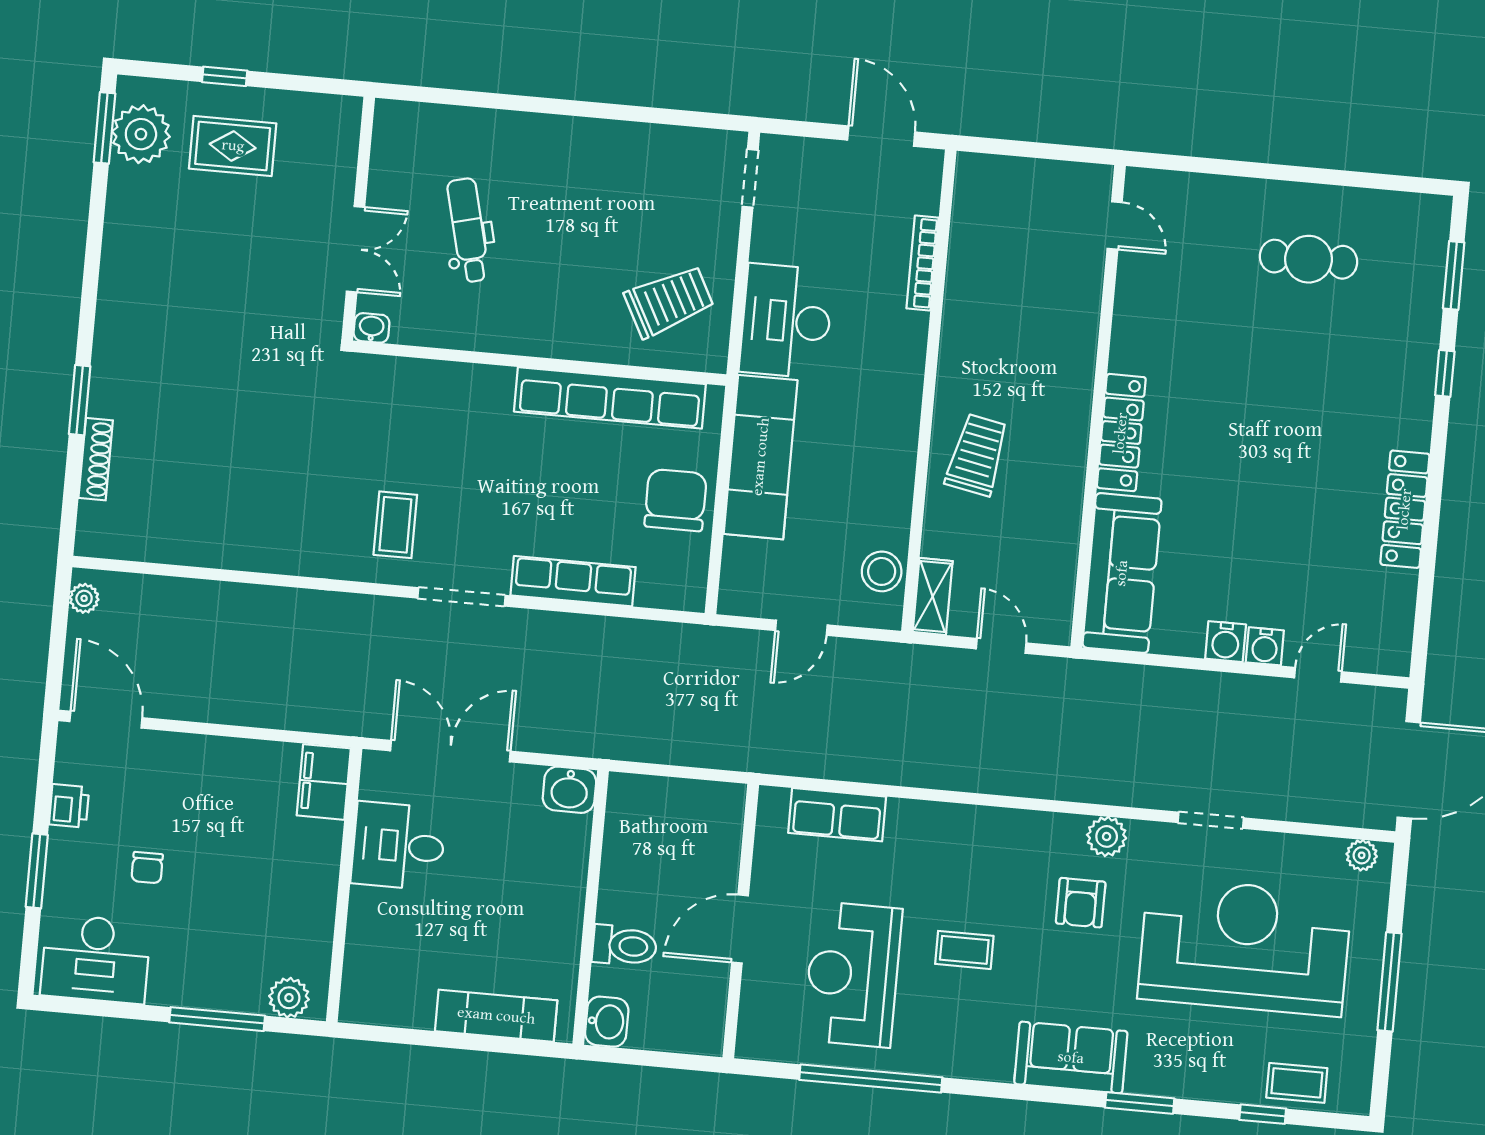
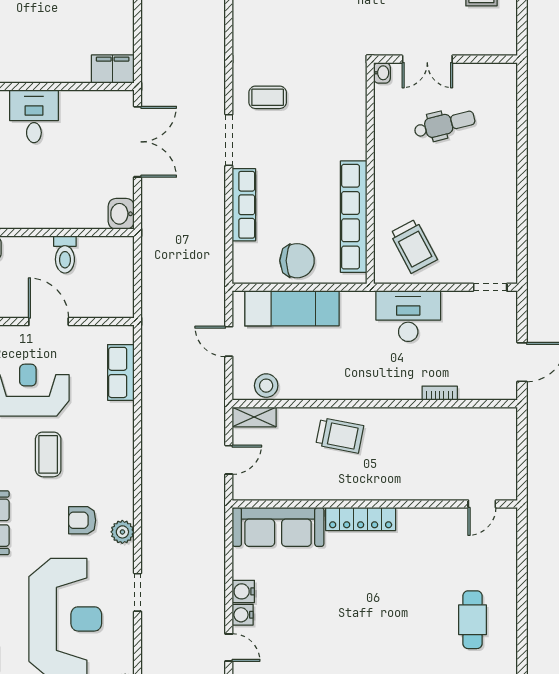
bookcase: (923, 263) -> (440, 393), width x0.64
exam couch: (761, 457) -> (292, 308), moved
desk: (398, 846) -> (34, 116), moved
toilet: (625, 946) -> (65, 255), moved
coffee table: (964, 950) -> (48, 454), width x1.36, depth x1.30

